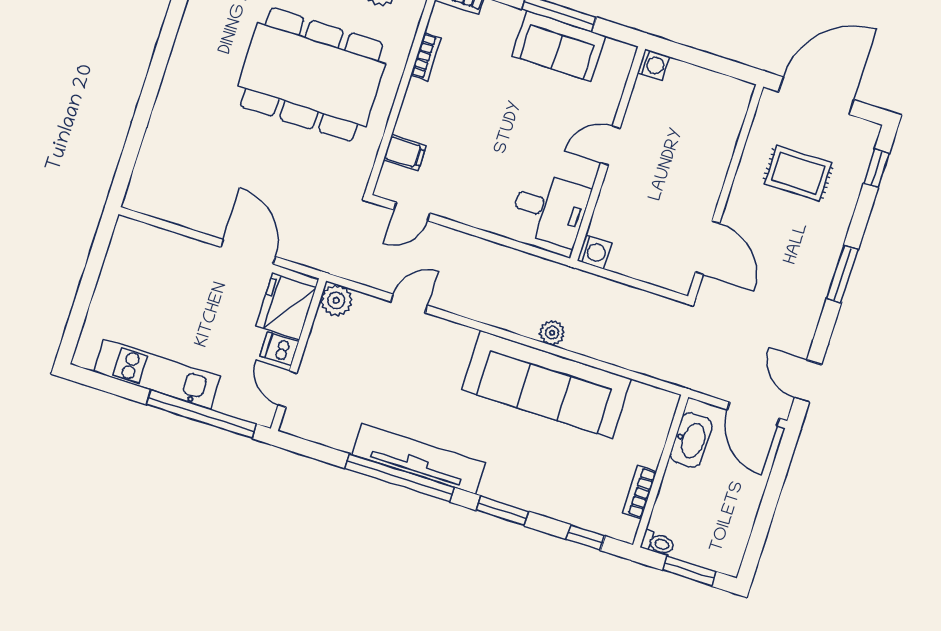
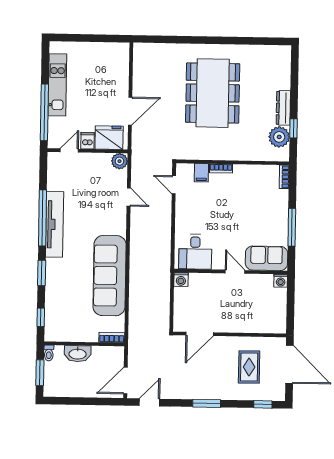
sofa: (559, 46) -> (266, 258), moved, turned 90
bookcase: (426, 57) -> (221, 168), moved
dining table: (311, 75) -> (213, 93), moved
plant: (552, 333) -> (135, 271), removed
washbasin: (691, 440) -> (78, 354), moved
bookcase: (640, 492) -> (112, 337), moved

